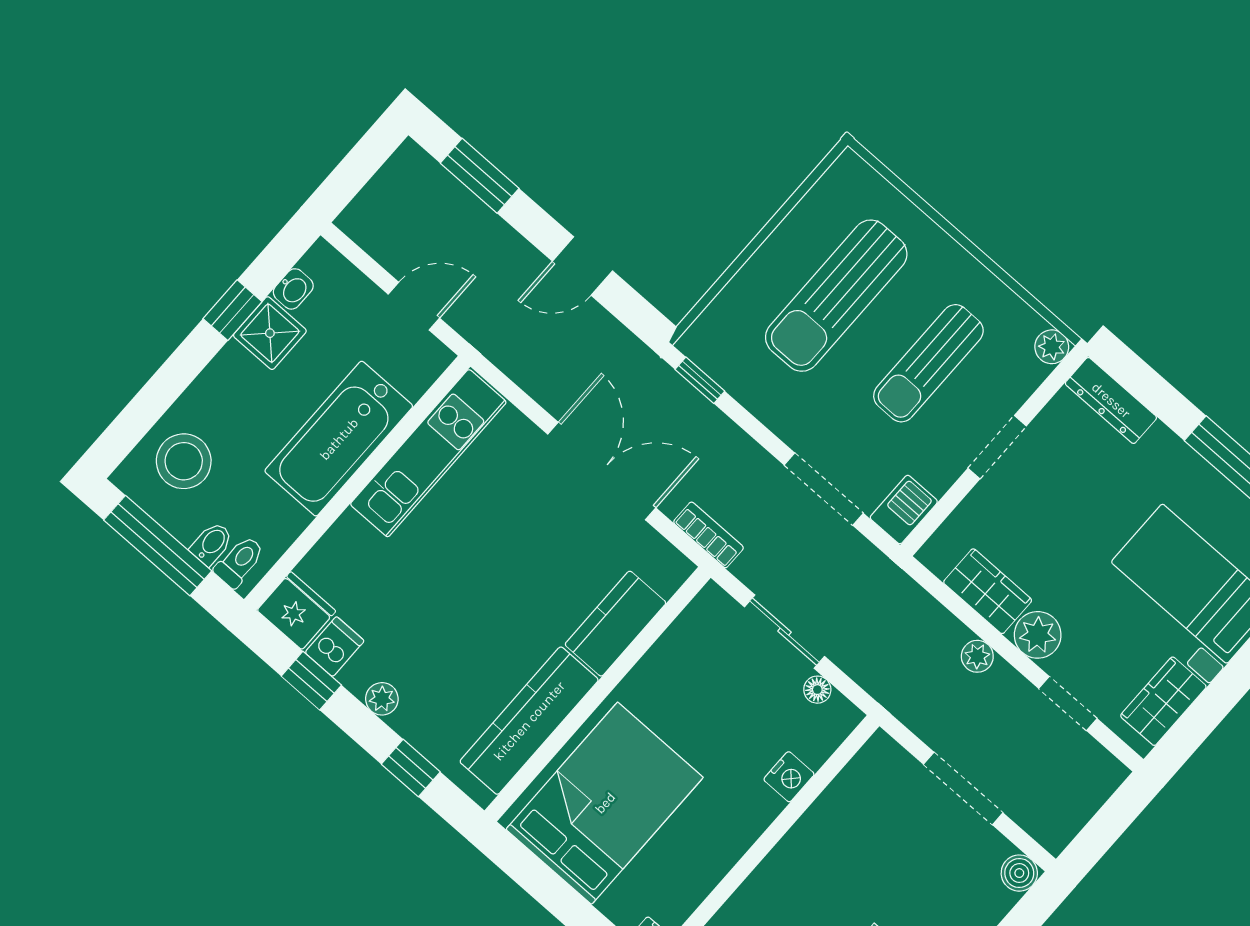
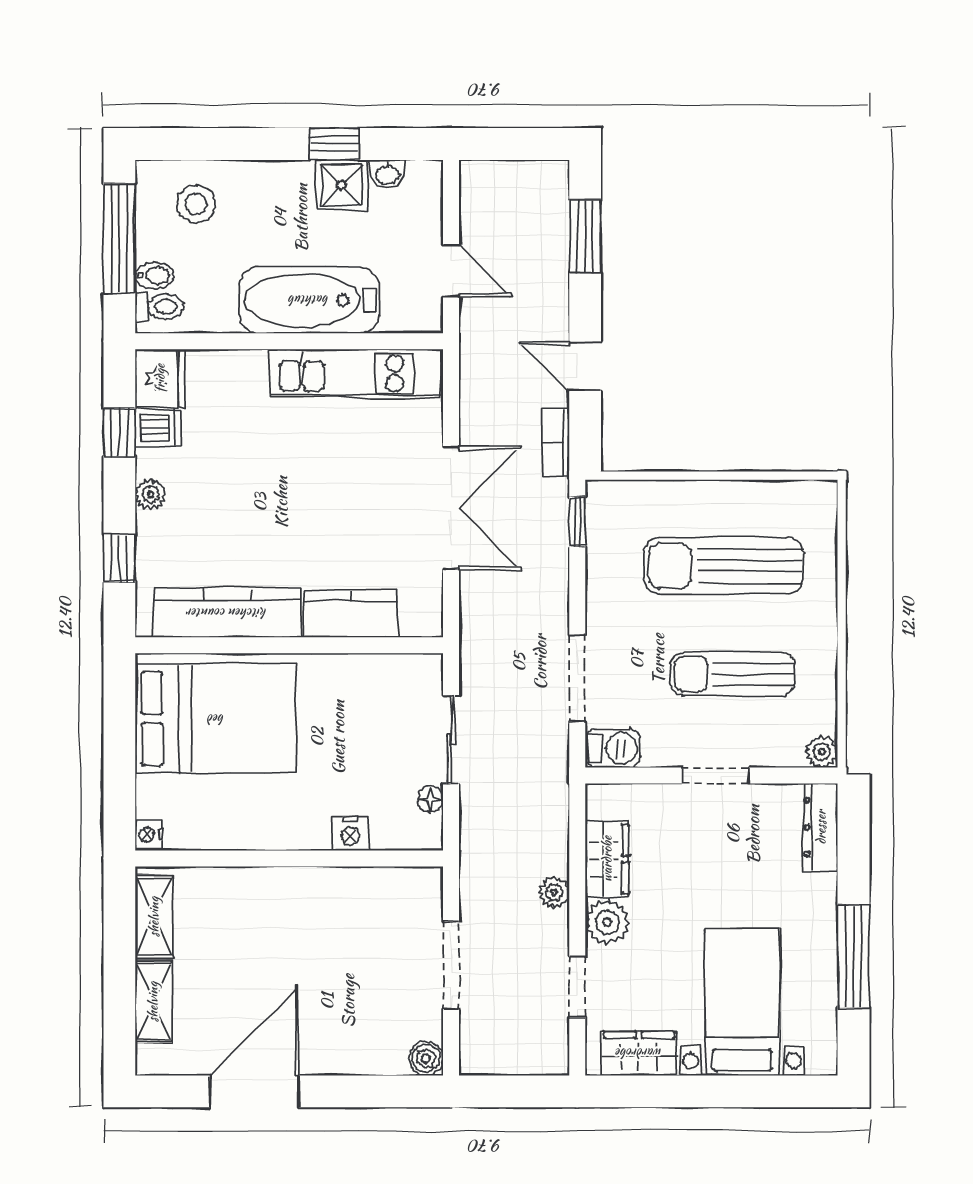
stool: (184, 461) -> (196, 204), width x0.73, depth x0.73
bookcase: (708, 535) -> (556, 442), moved, turned 180

